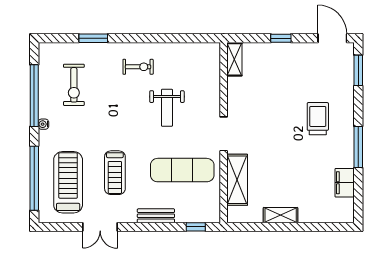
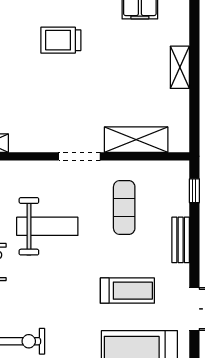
weight bench: (167, 108) -> (47, 226), width x1.36, depth x1.33
exercise mat: (182, 170) -> (124, 207), width x0.73, depth x0.69
shelving: (281, 215) -> (180, 67), moved

